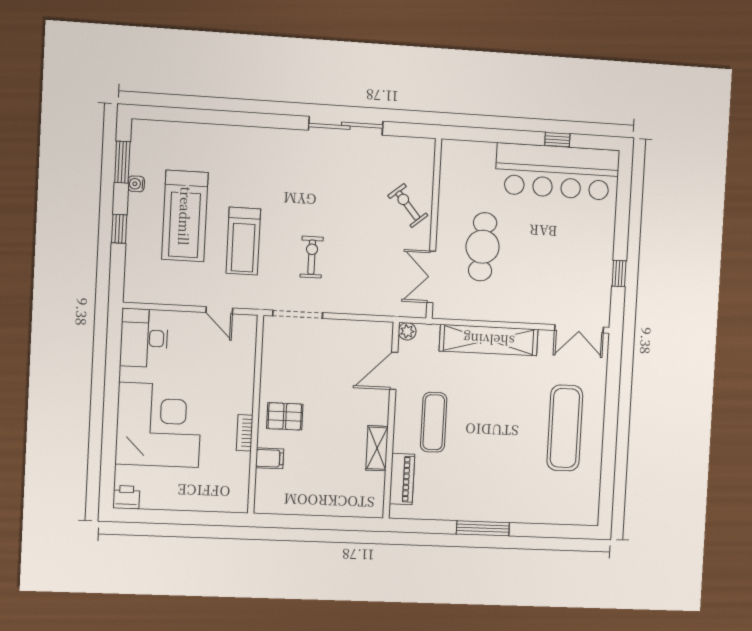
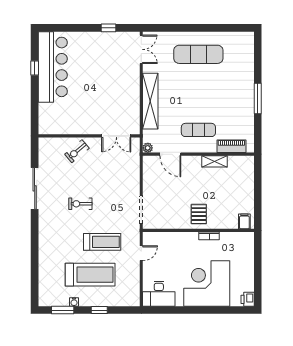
cafe table: (483, 247) -> (98, 108), removed
exercise bike: (312, 257) -> (80, 204), moved
filing cabinet: (270, 458) -> (244, 221), moved

